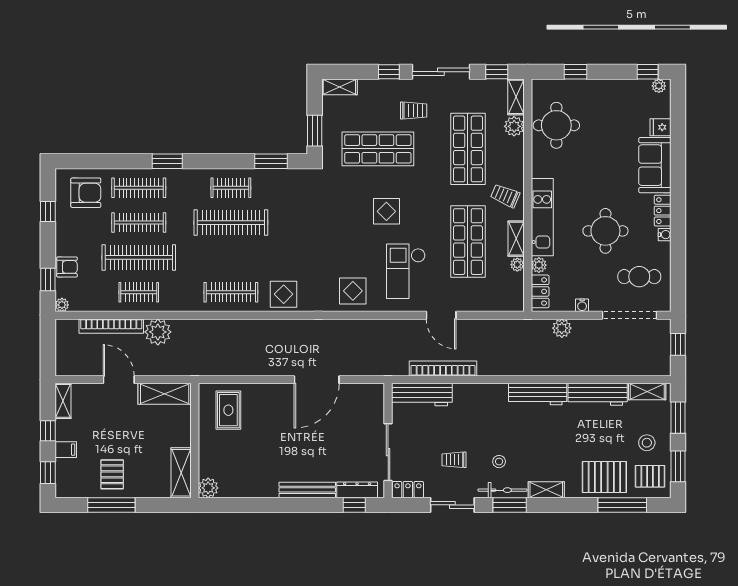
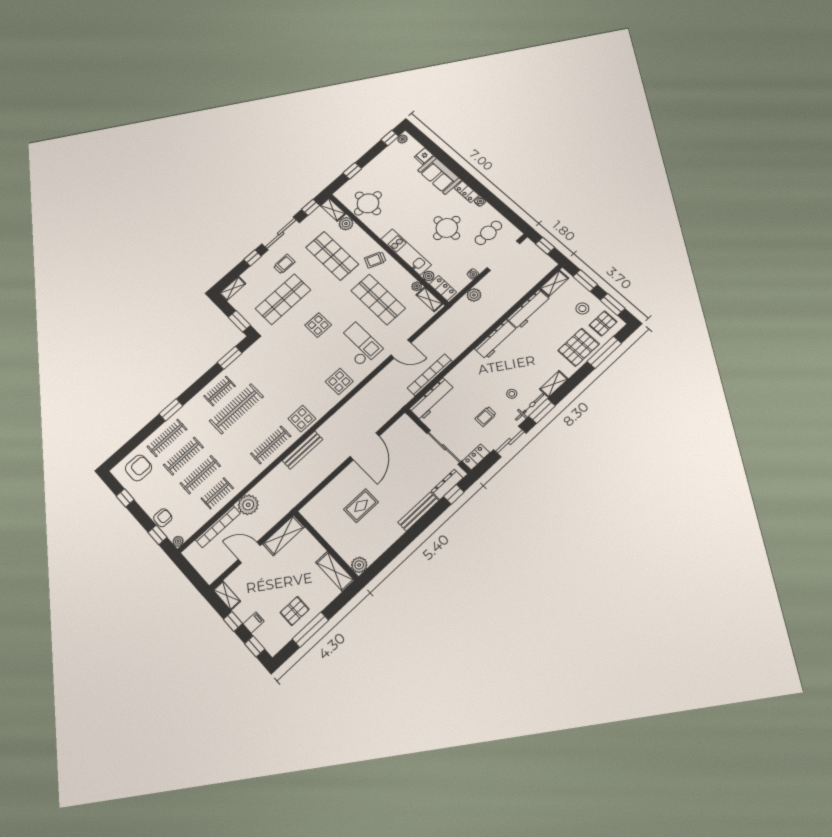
shelving: (516, 239) -> (429, 299), moved
clothes rail: (139, 257) -> (200, 475), width x0.73, depth x0.76
checkout: (406, 271) -> (359, 345), turned 180
bench: (256, 327) -> (302, 450), added
rug: (228, 410) -> (361, 506), moved, turned 90
pallet: (112, 474) -> (295, 611), turned 90

